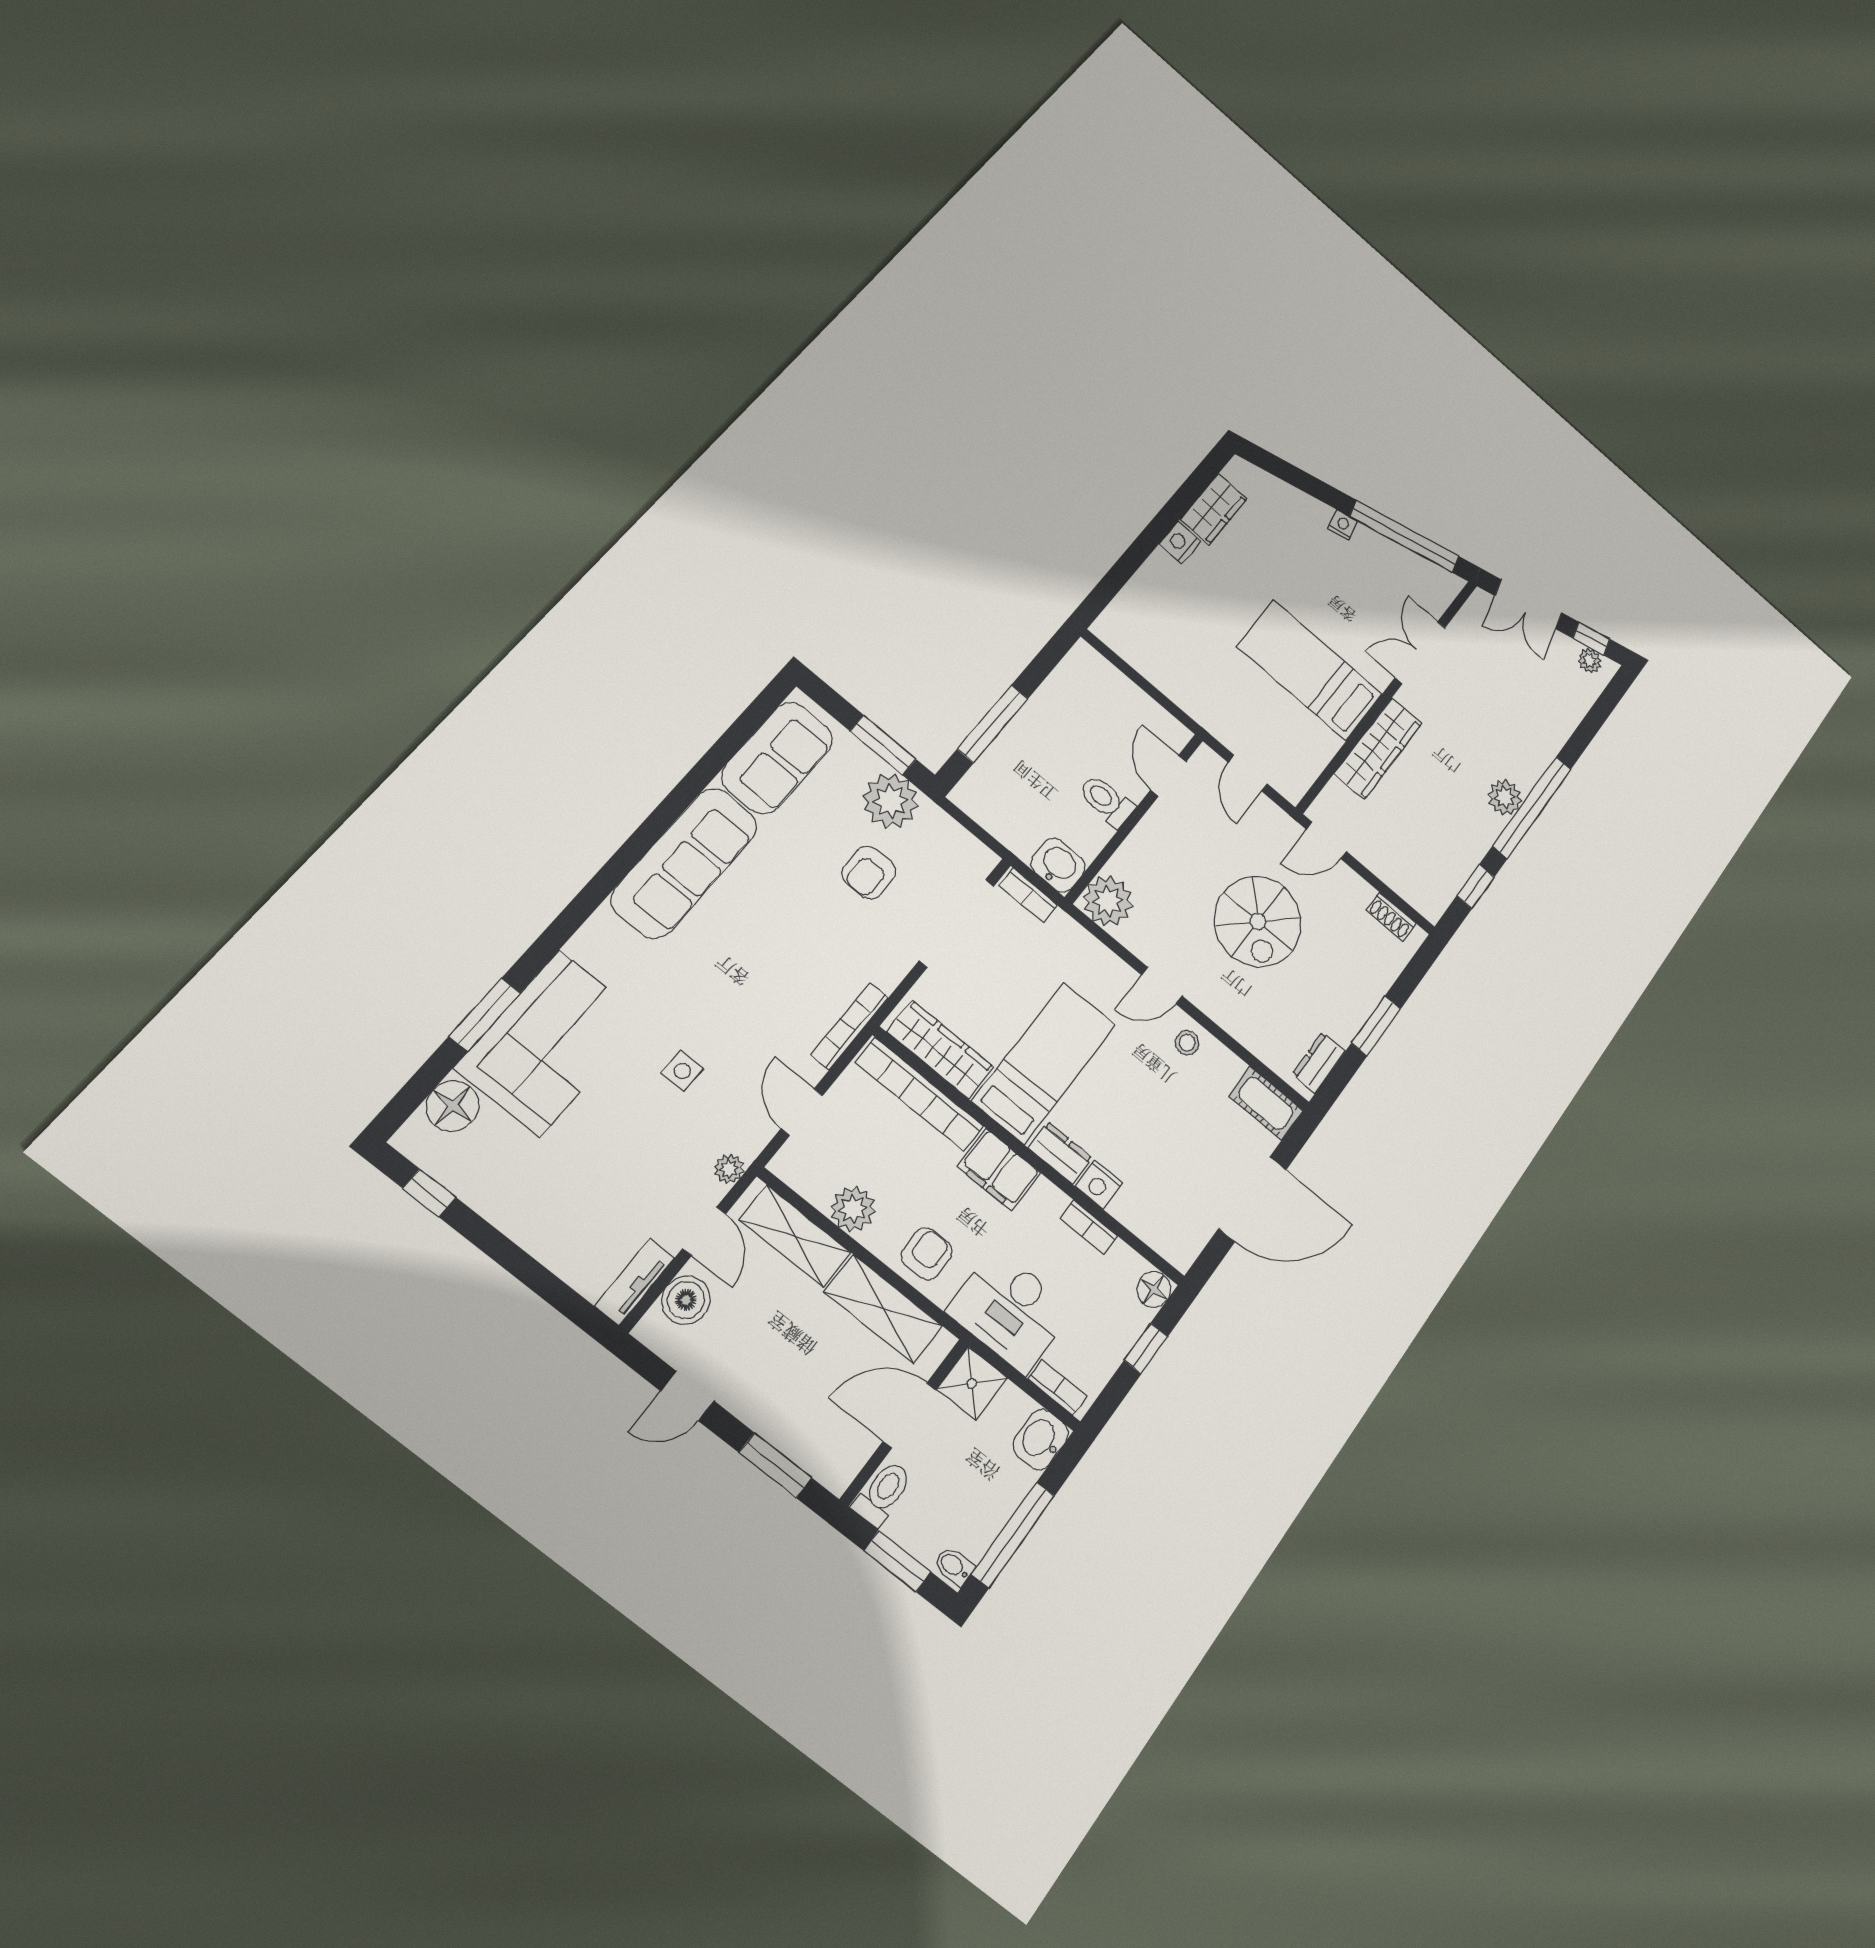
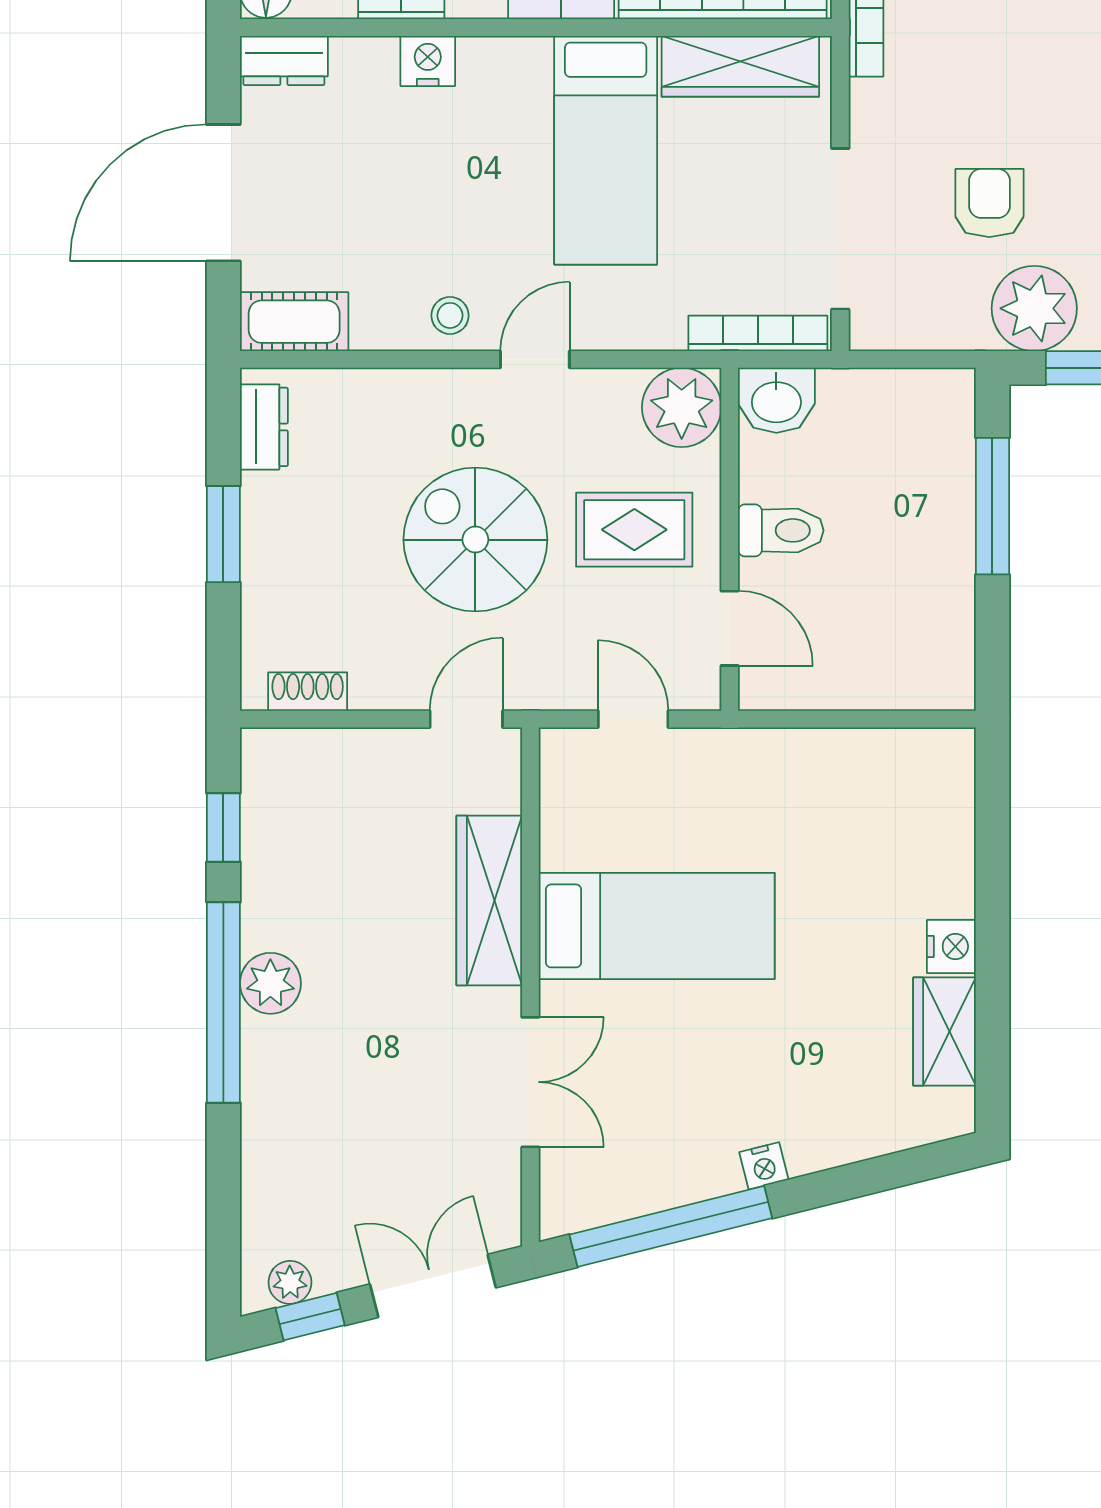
rug: (1178, 861) -> (634, 530), added
bookcase: (1028, 895) -> (758, 333), width x1.56
dresser: (1060, 1153) -> (284, 60), moved

